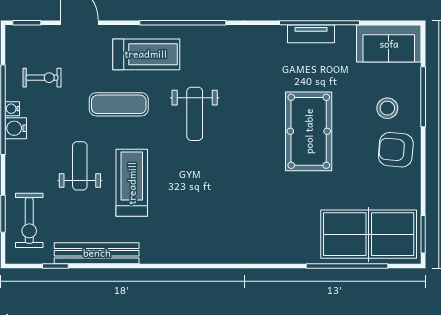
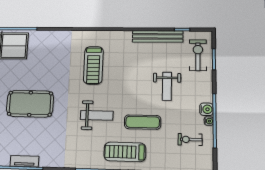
weight bench: (195, 114) -> (97, 115), turned 90
pool table: (309, 131) -> (30, 104), turned 90
treadmill: (132, 183) -> (93, 65), moved

